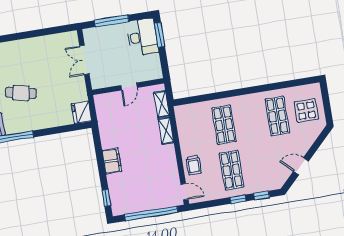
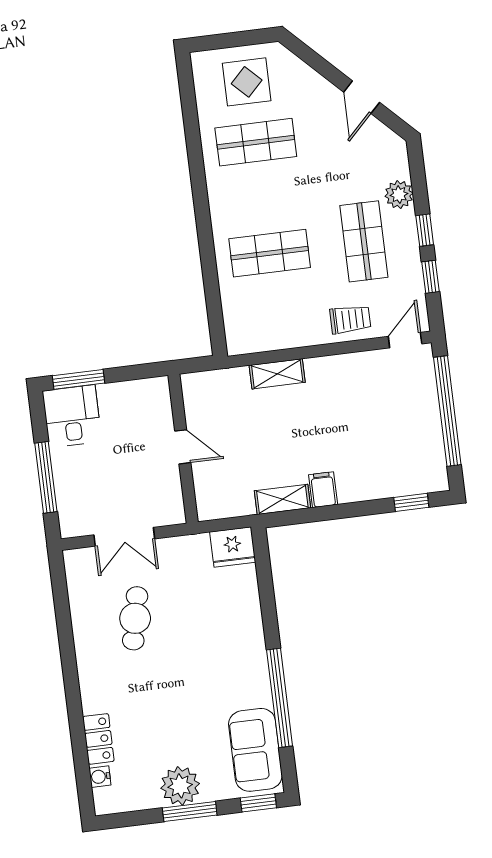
desk: (143, 37) -> (72, 416), width x0.73
cafe table: (21, 93) -> (135, 618), moved
shelving: (162, 104) -> (282, 499), moved
filing cabinet: (112, 161) -> (323, 490), width x0.50
shop shelf: (232, 170) -> (364, 241), turned 90
plant: (255, 186) -> (399, 195), added
window: (262, 195) -> (431, 277), moved

